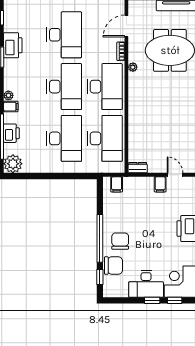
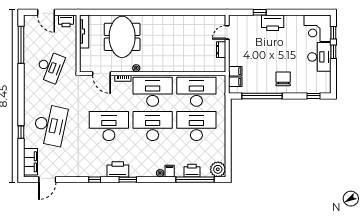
dresser: (138, 168) -> (221, 50), moved
filing cabinet: (160, 184) -> (235, 71), moved
window: (100, 238) -> (262, 96), moved
chair: (120, 241) -> (283, 79), turned 90
chair: (113, 265) -> (304, 84), removed

